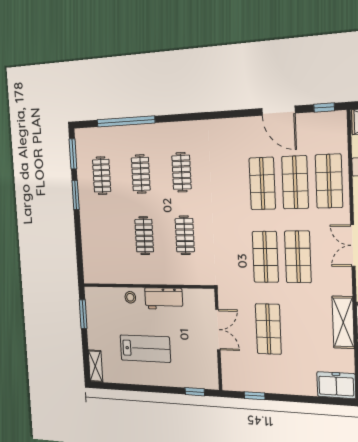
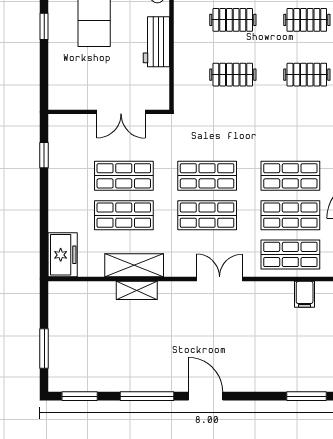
shop shelf: (301, 330) -> (124, 215), added
window: (195, 392) -> (44, 26), moved

